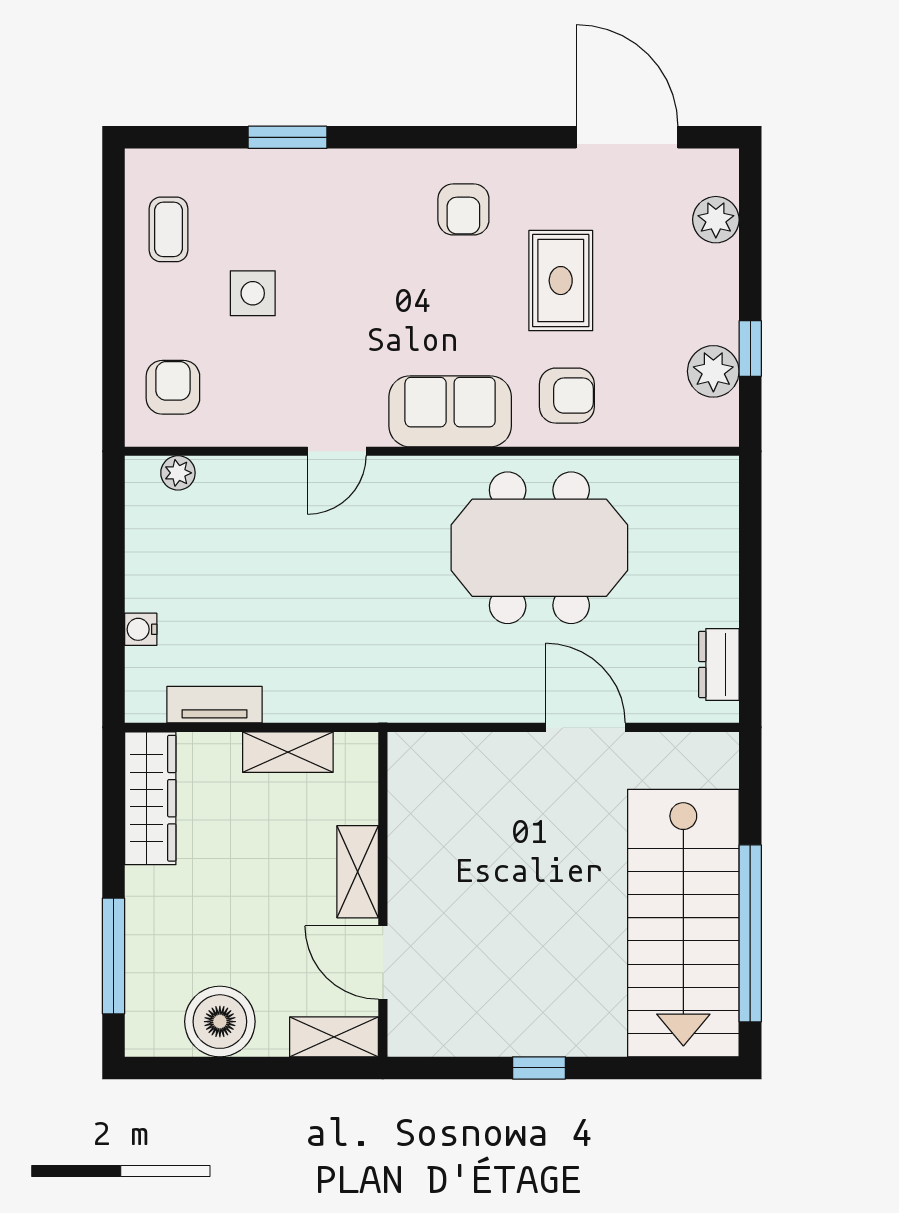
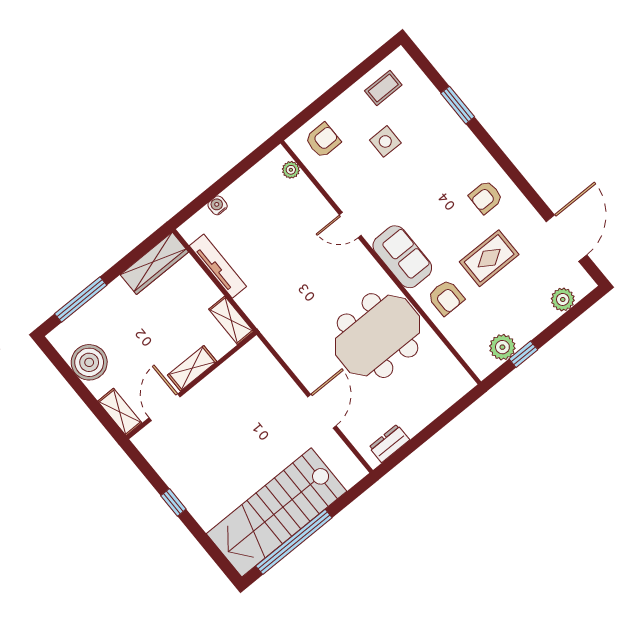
meeting table: (539, 548) -> (377, 336), turned 90
tv unit: (214, 705) -> (218, 266), width x1.41
shelving: (288, 752) -> (231, 320), moved

